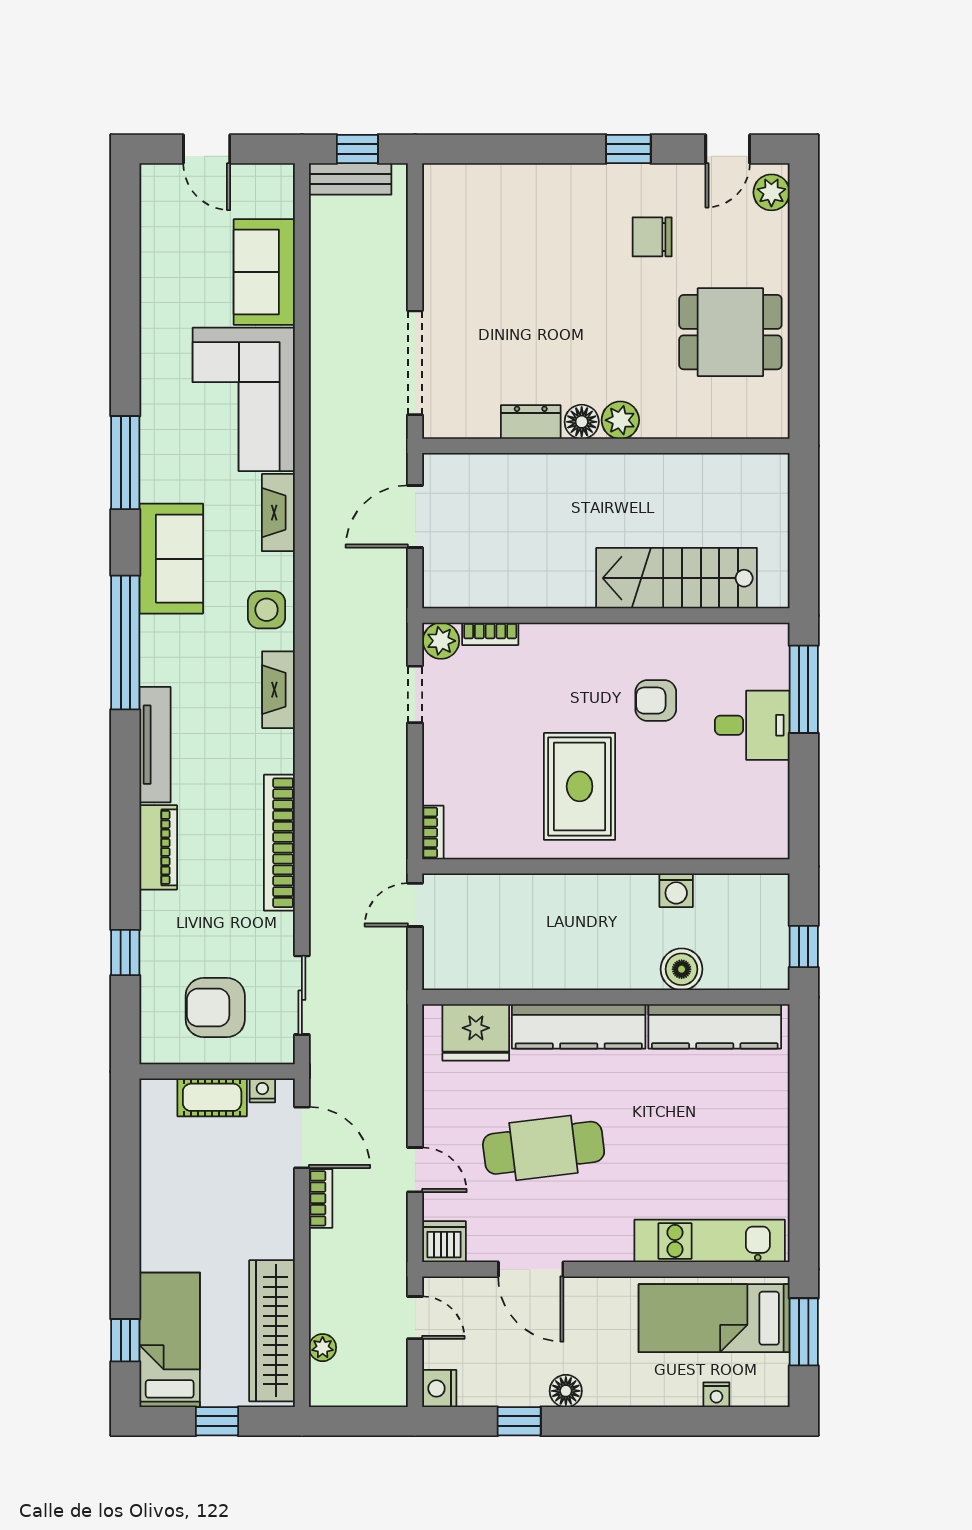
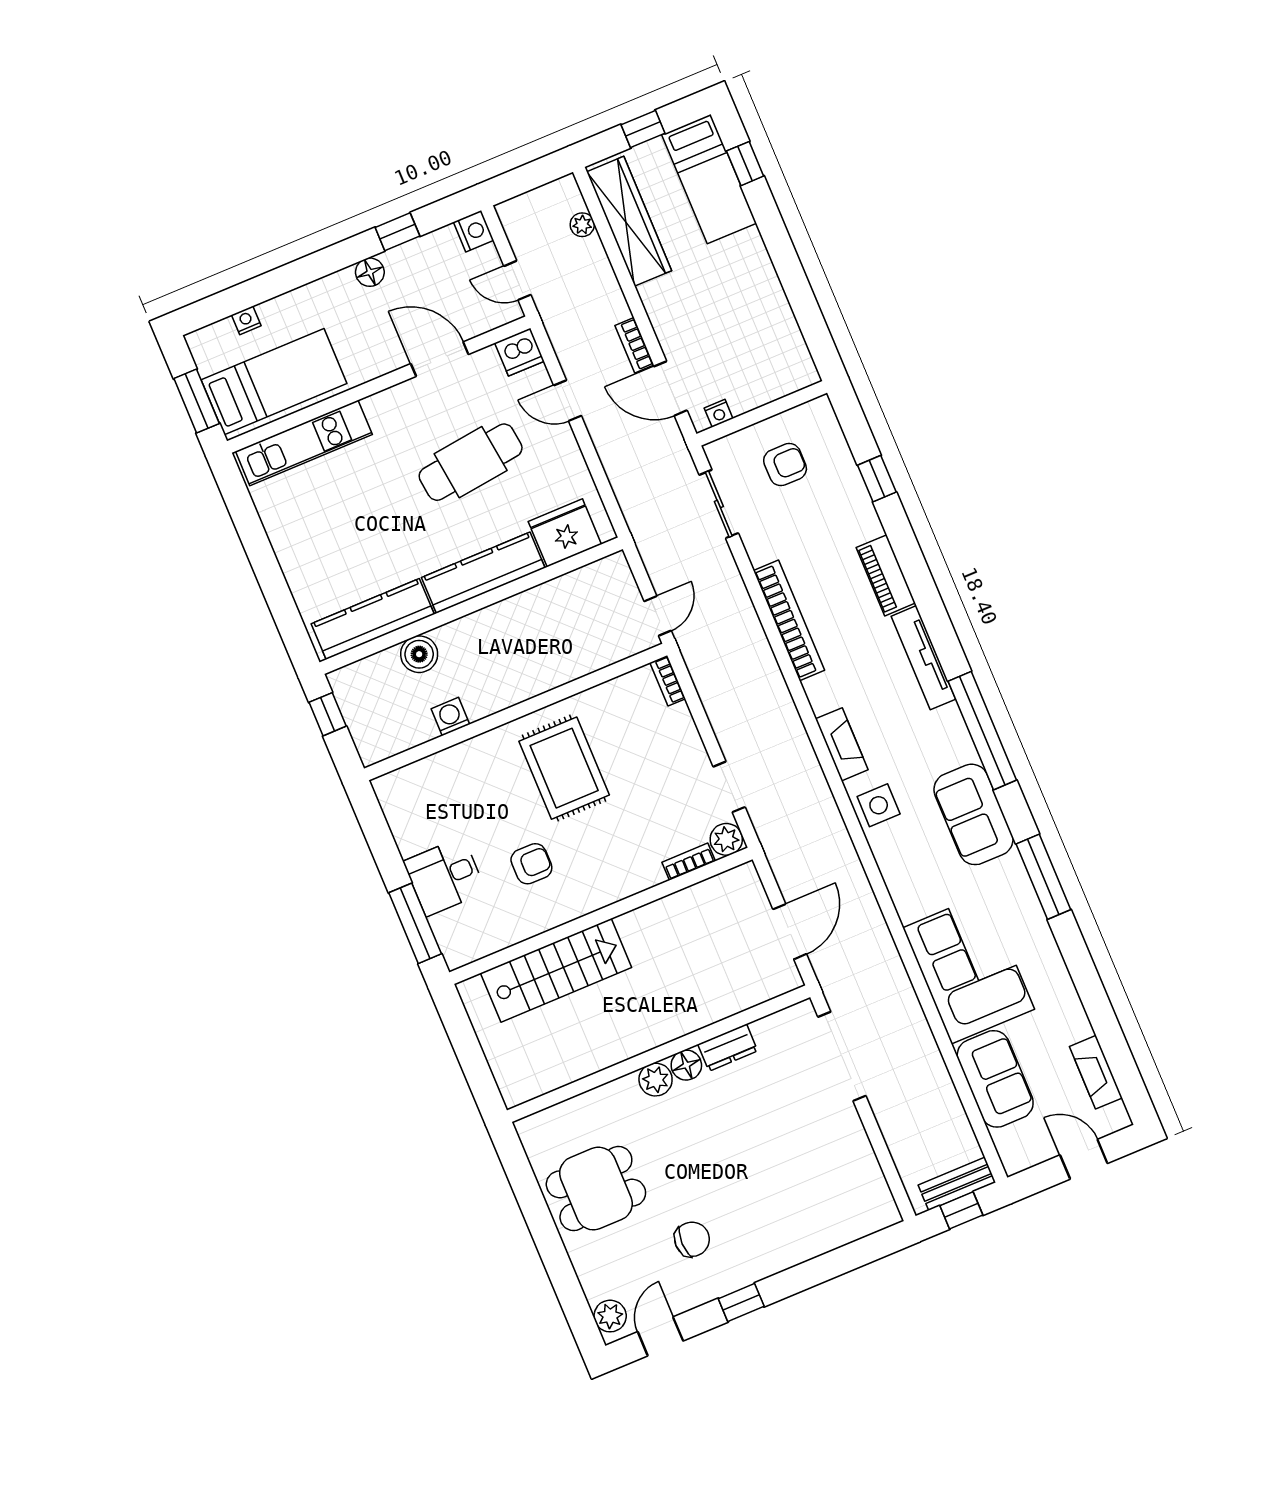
fireplace: (278, 513) -> (1096, 1072), moved, turned 180
armchair: (215, 1008) -> (785, 465), width x0.72, depth x0.72
cot: (212, 1097) -> (757, 390), removed

